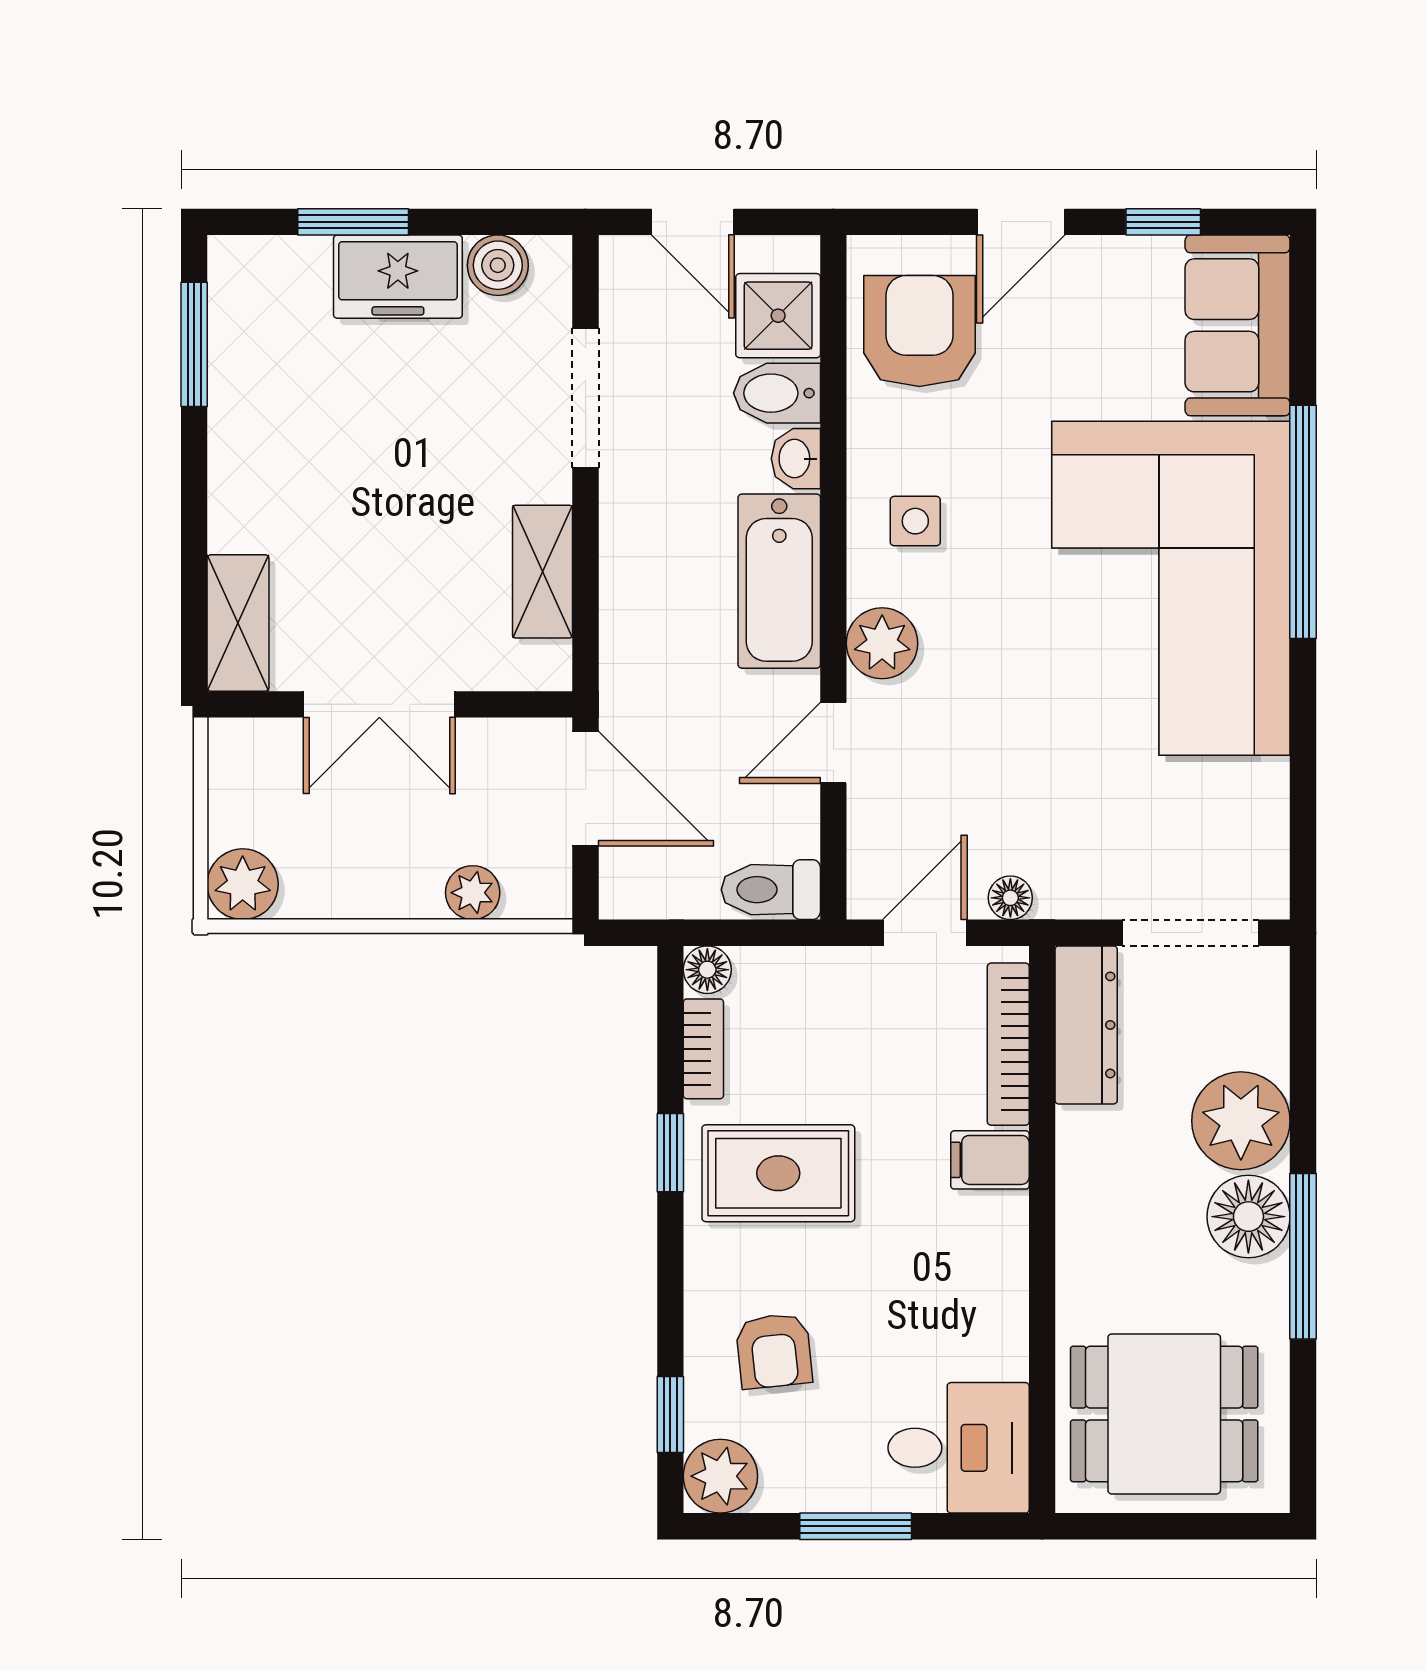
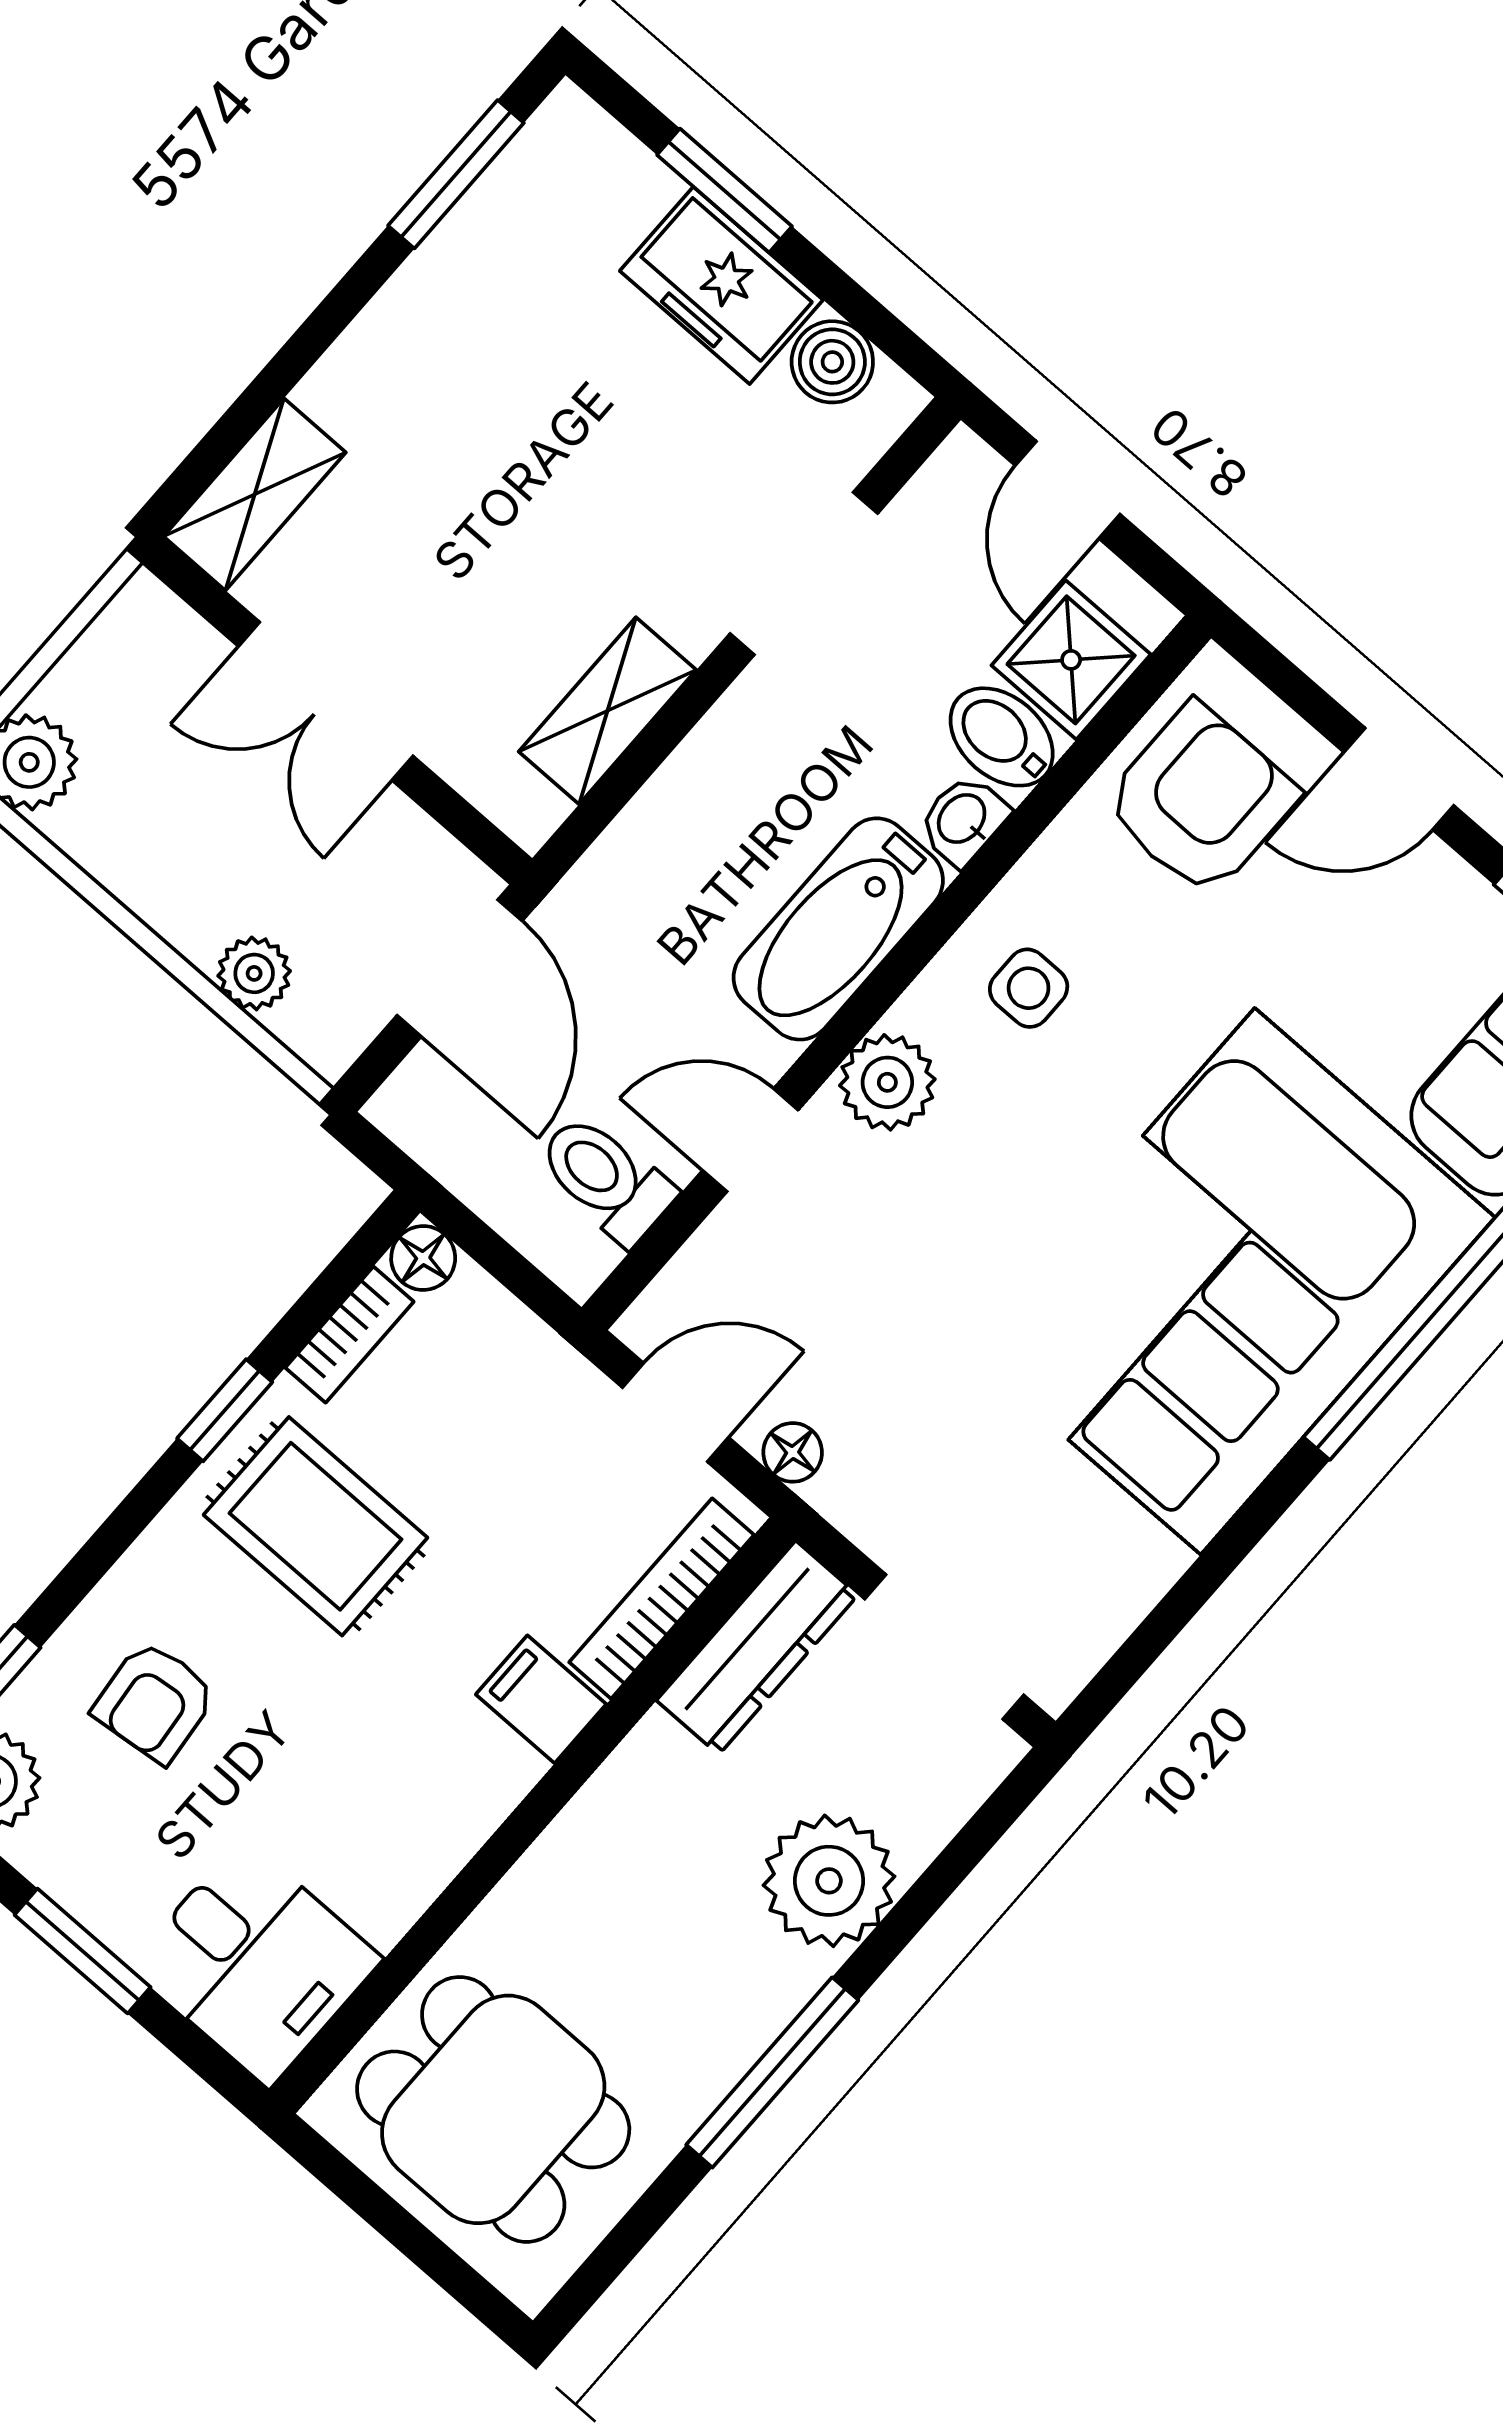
toilet: (771, 890) -> (606, 1179), moved
floor lamp: (1248, 1217) -> (752, 1984), removed

